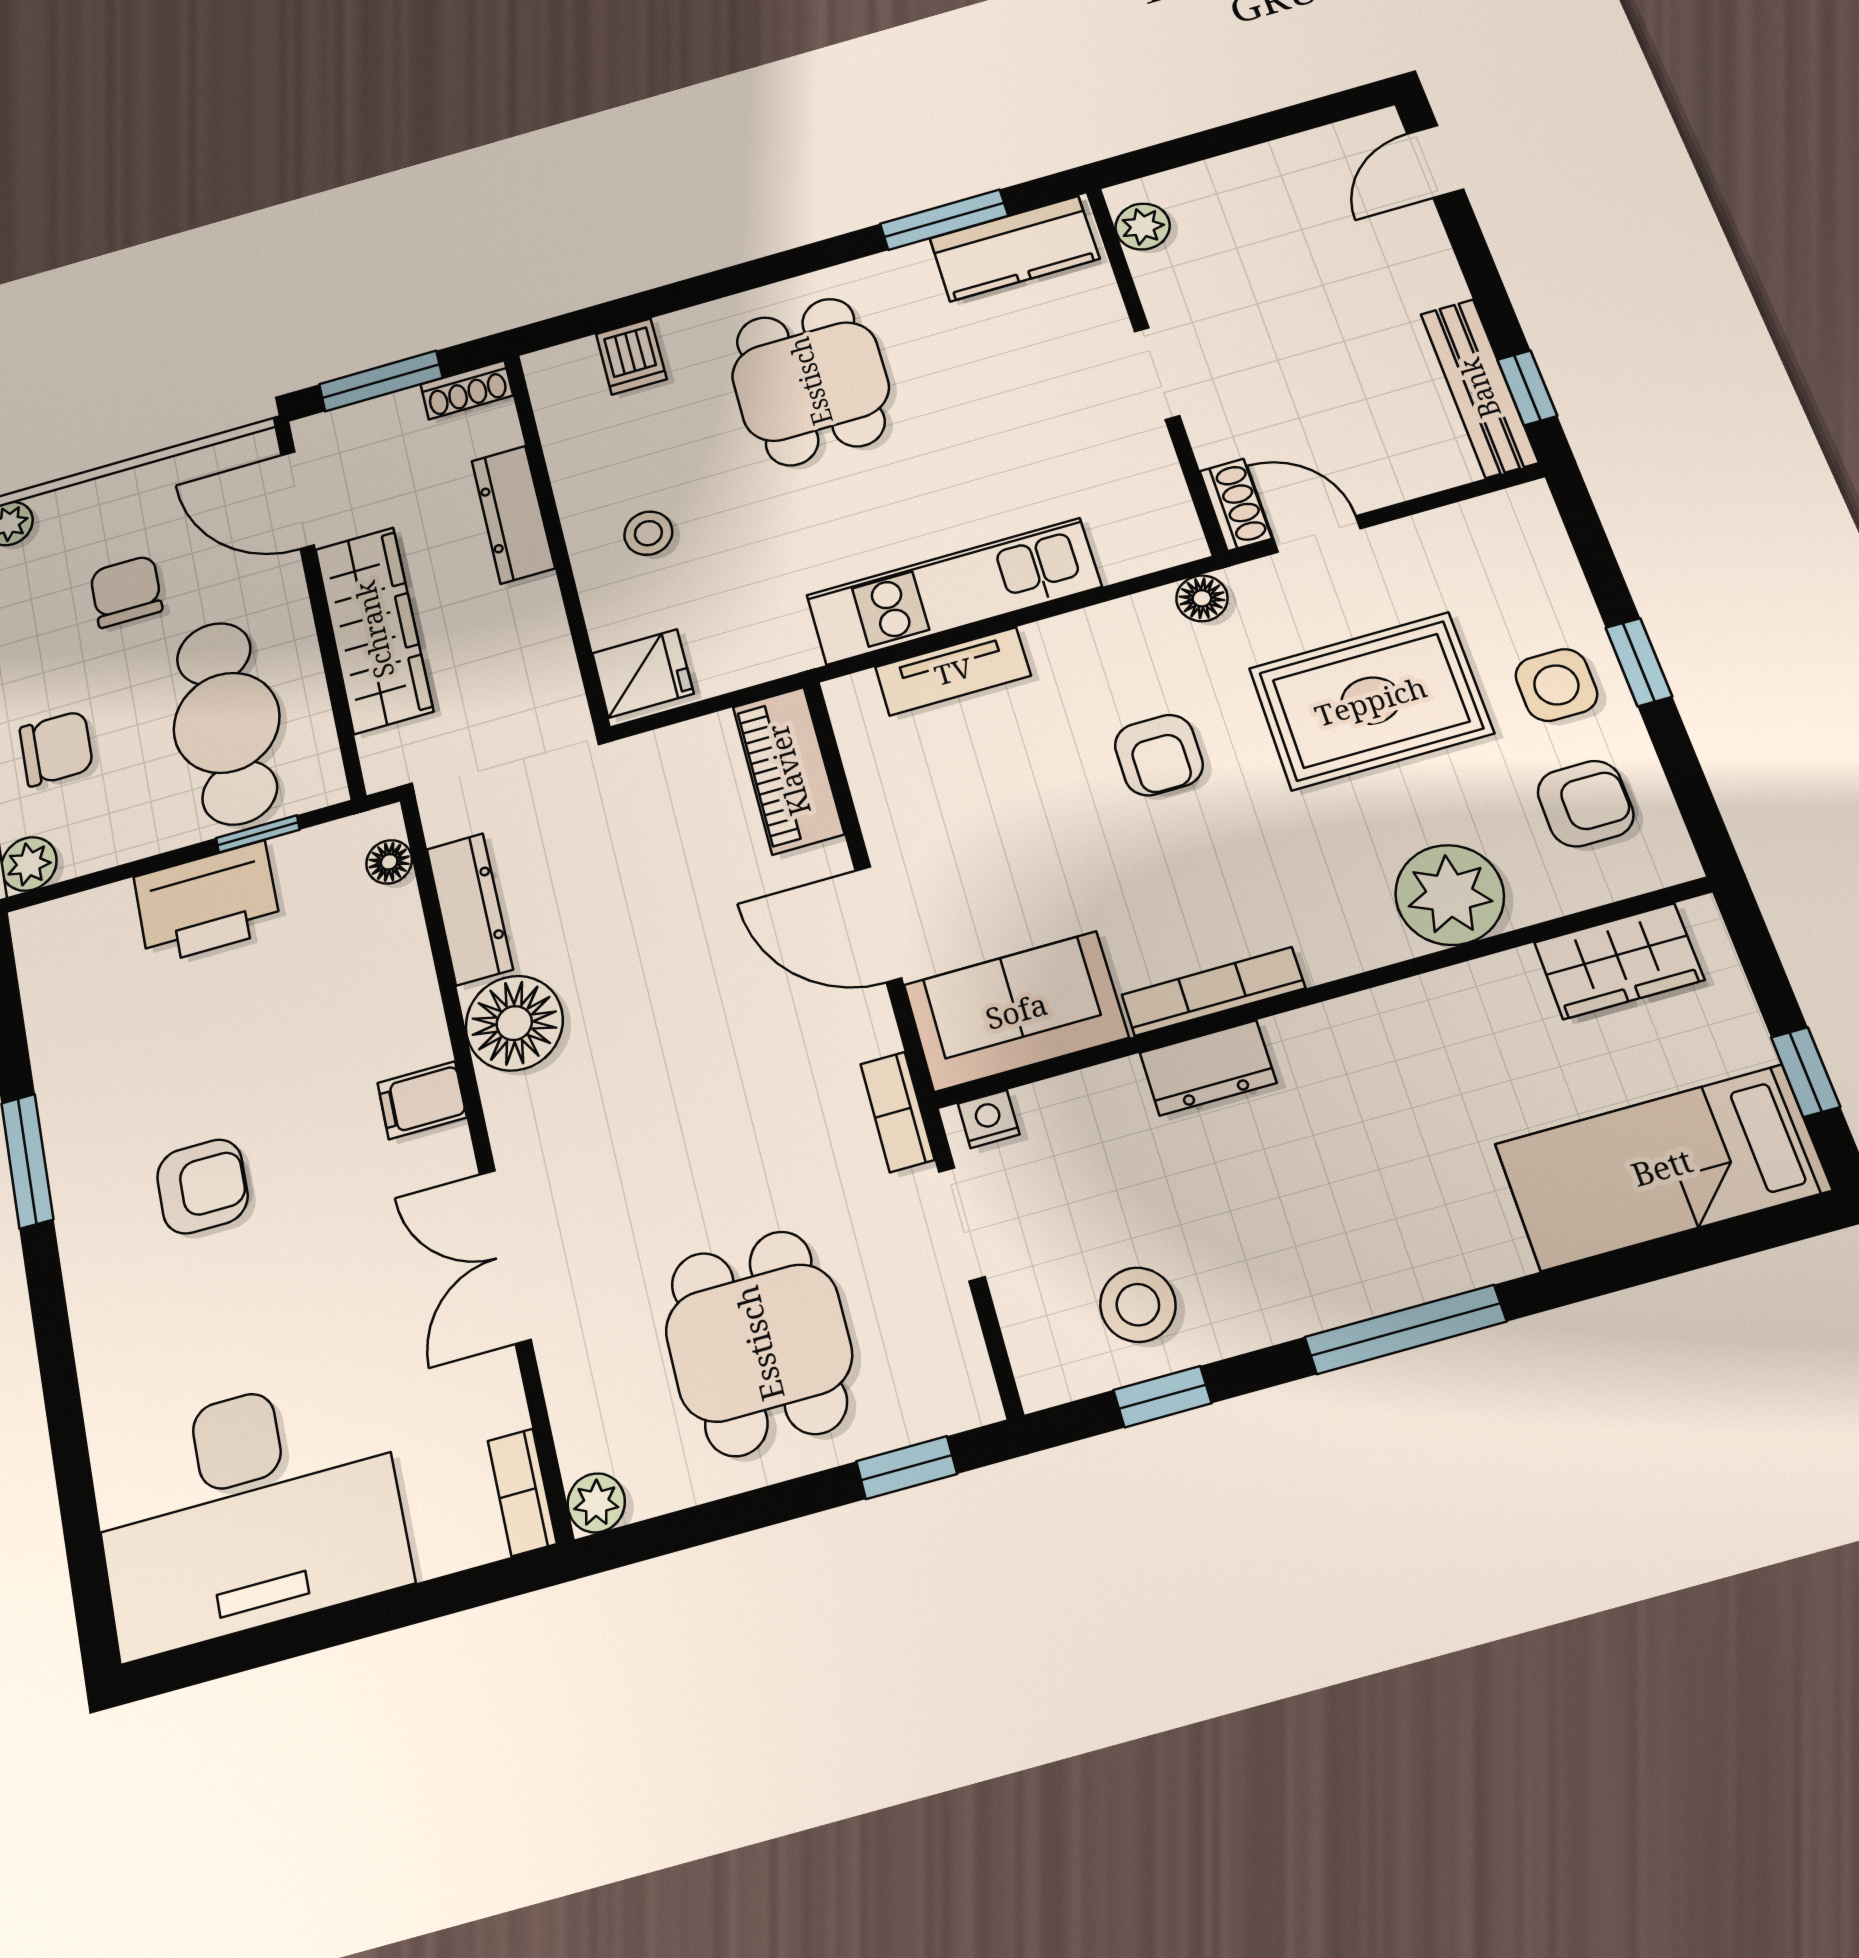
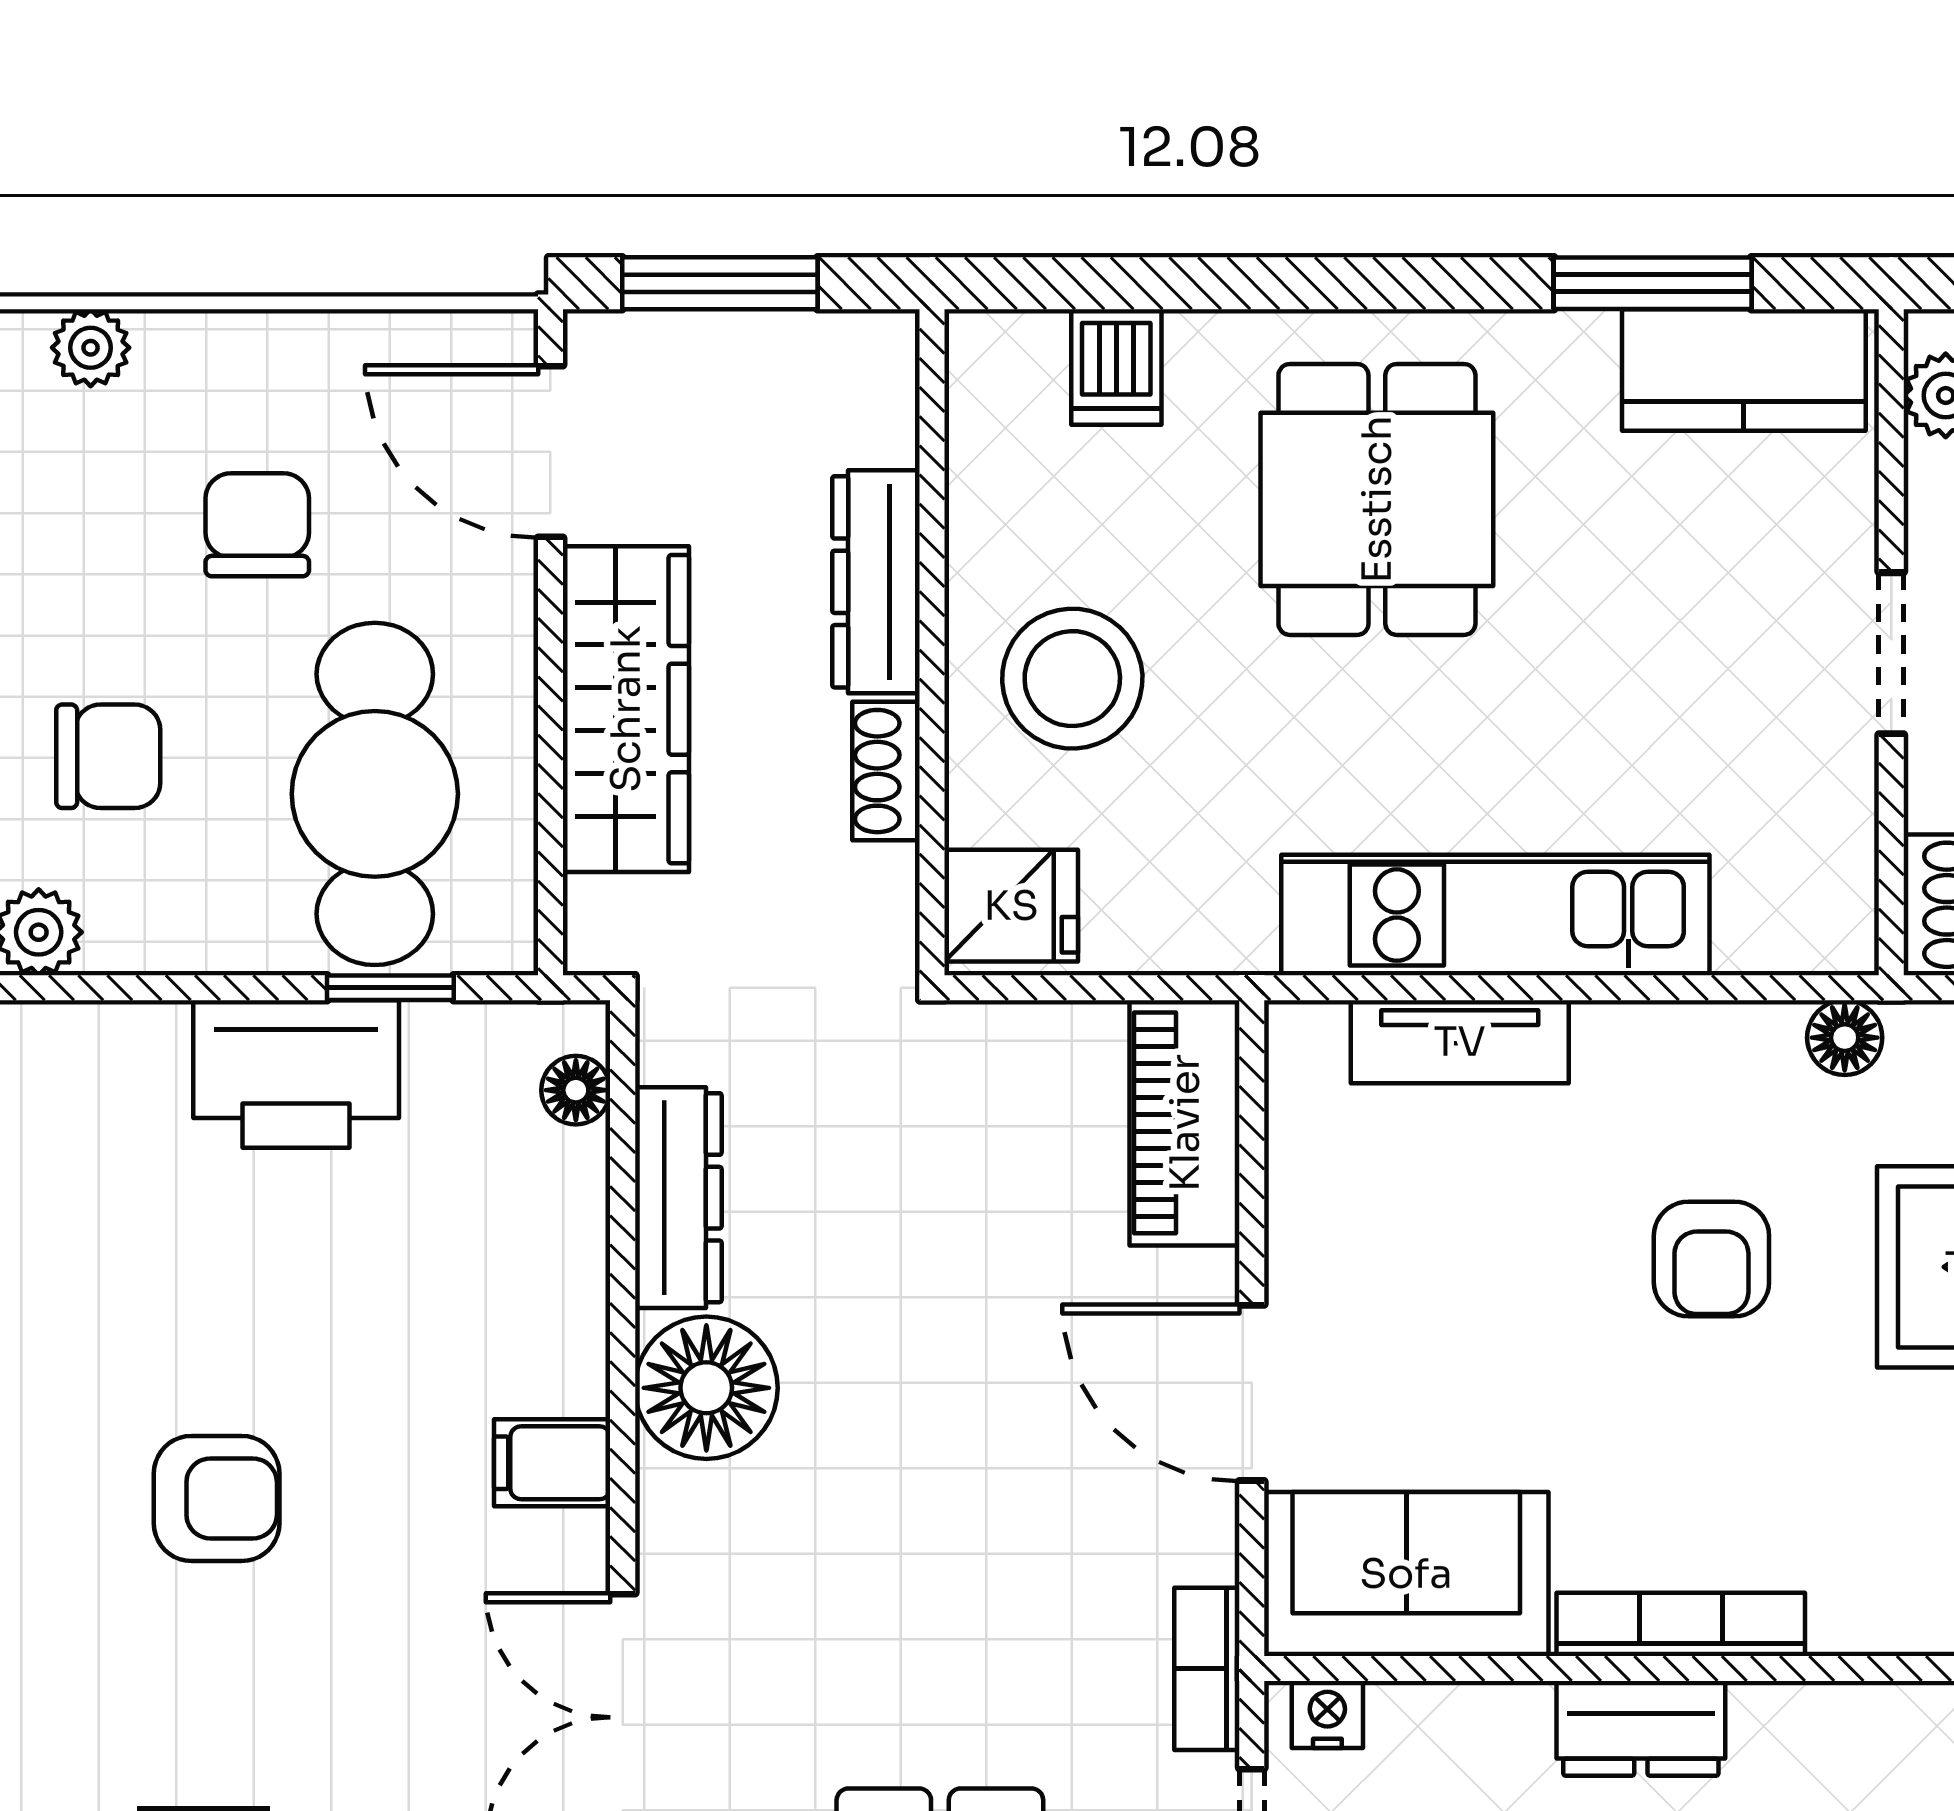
shoe rack: (467, 390) -> (886, 771), moved, turned 90
stool: (648, 533) -> (1072, 679), width x1.89, depth x1.89

